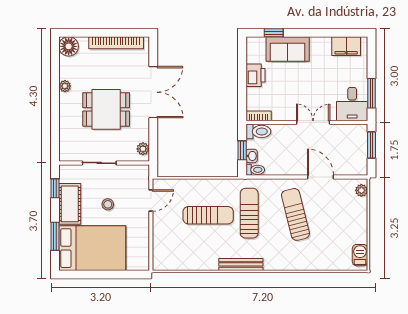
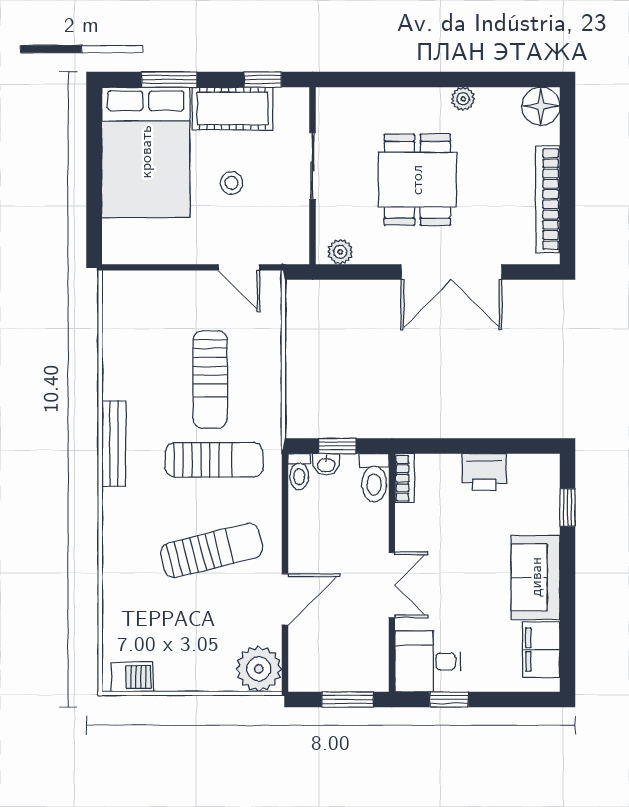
sofa: (288, 49) -> (536, 577), moved
window: (372, 93) -> (449, 699), width x0.67
plant: (361, 190) -> (259, 669), width x1.87, depth x1.87

